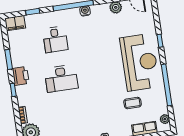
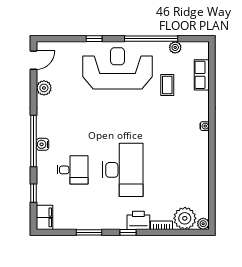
water cooler: (85, 11) -> (43, 144), moved
printer: (21, 76) -> (138, 220), moved
desk: (61, 78) -> (123, 170), width x1.36, depth x1.30
plant: (165, 119) -> (175, 47), moved

